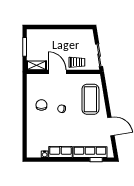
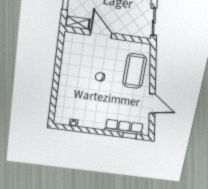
trolley: (77, 62) -> (126, 26), removed
chair: (41, 105) -> (77, 69), removed
row of seats: (60, 152) -> (92, 123), removed

